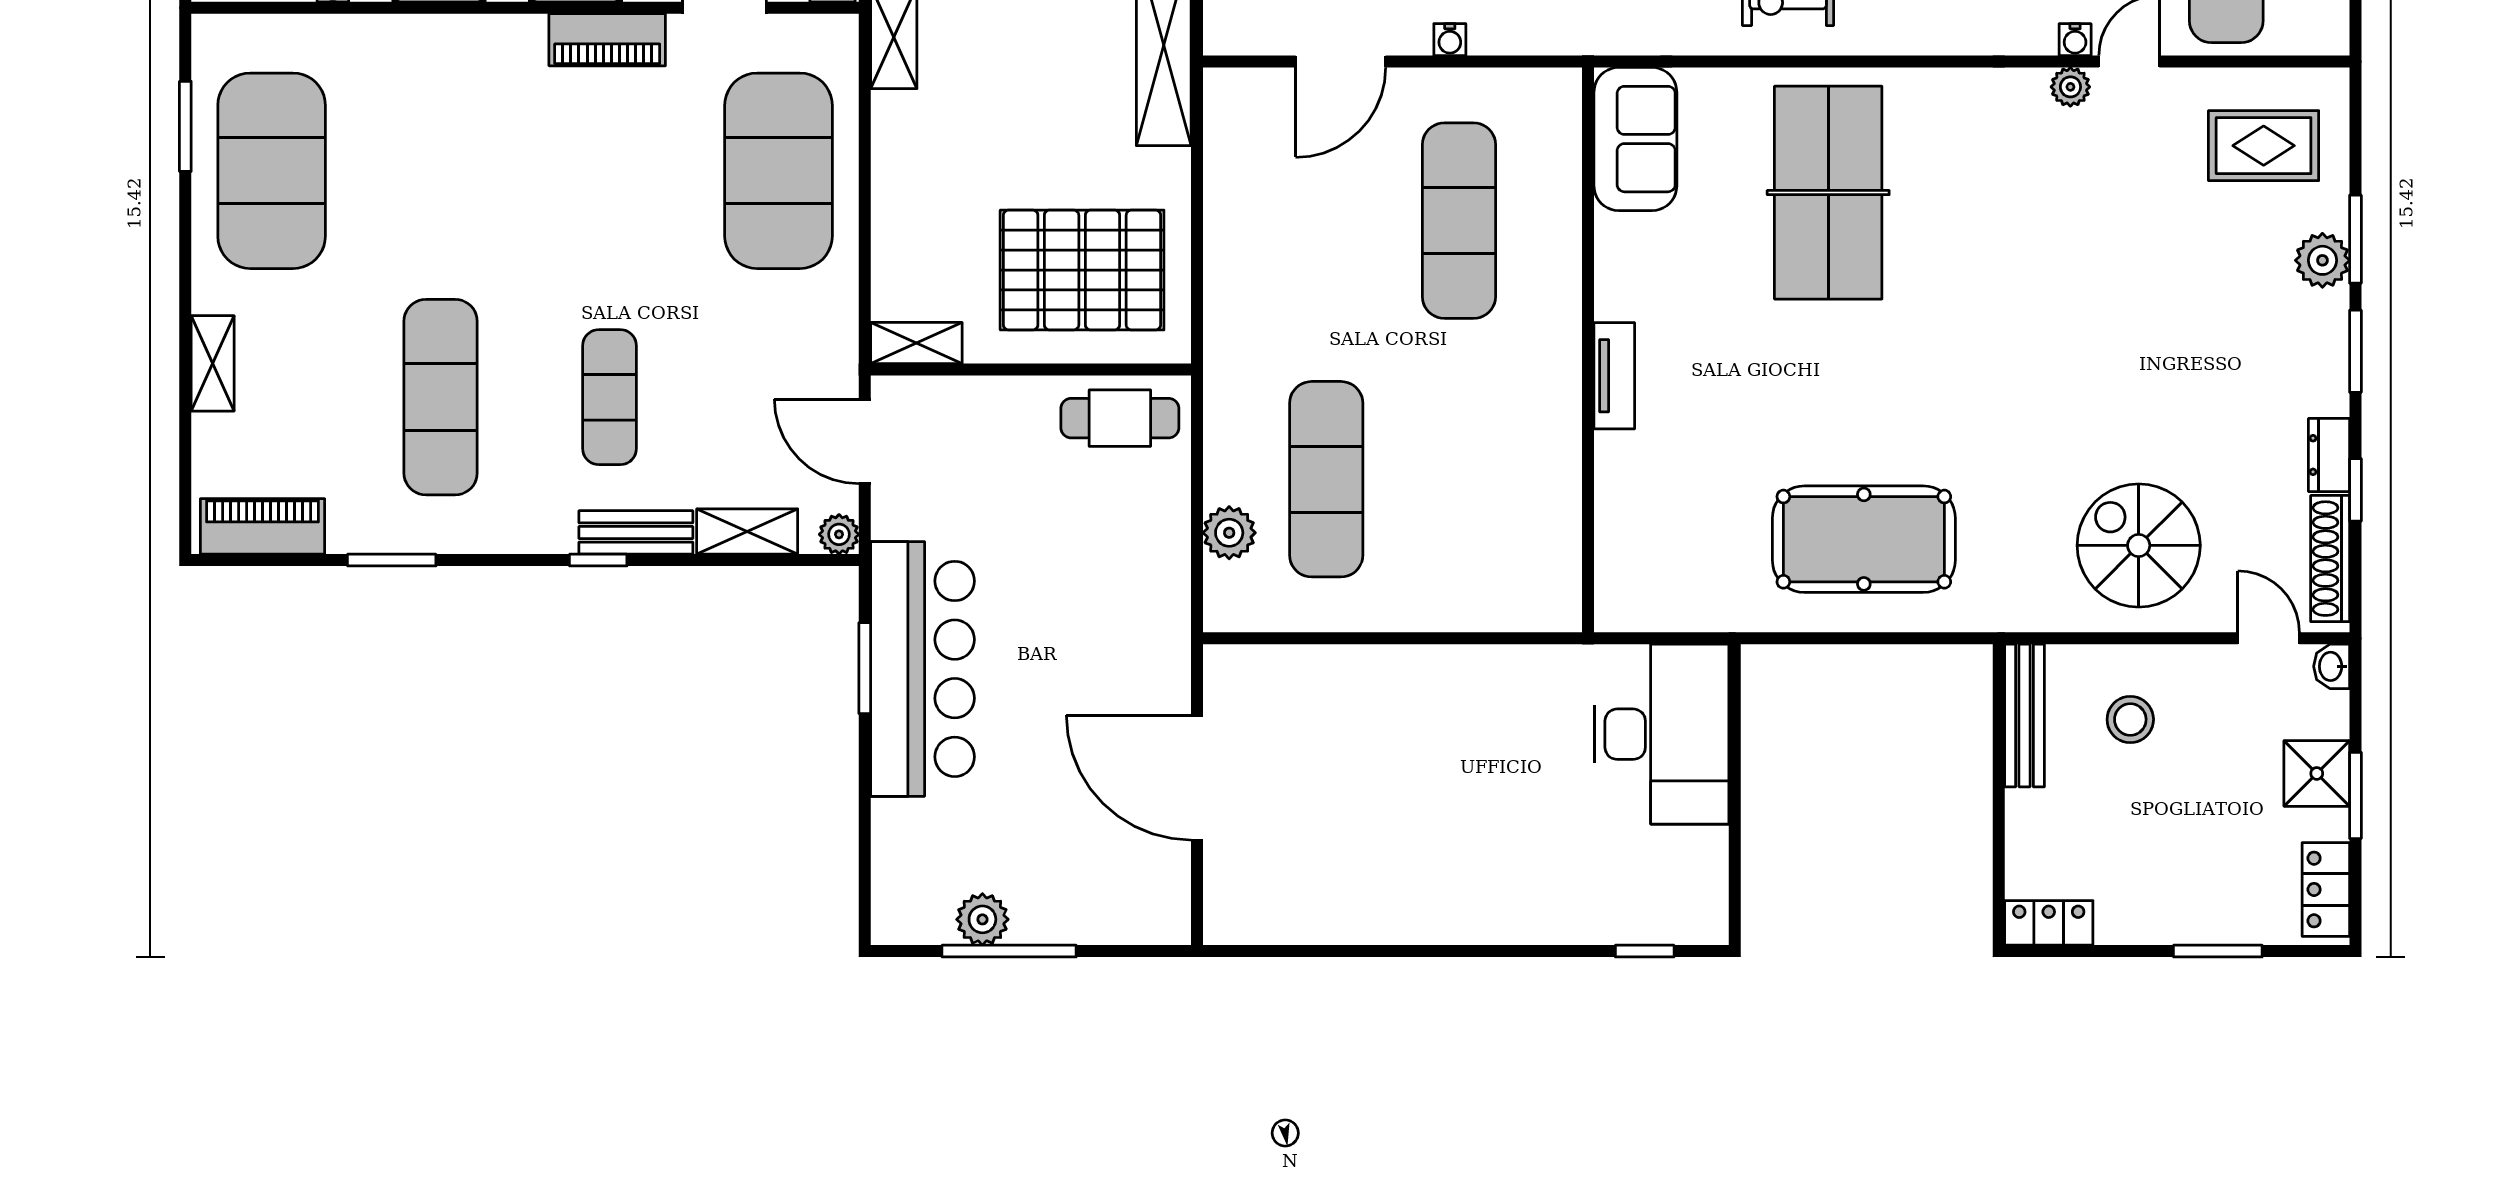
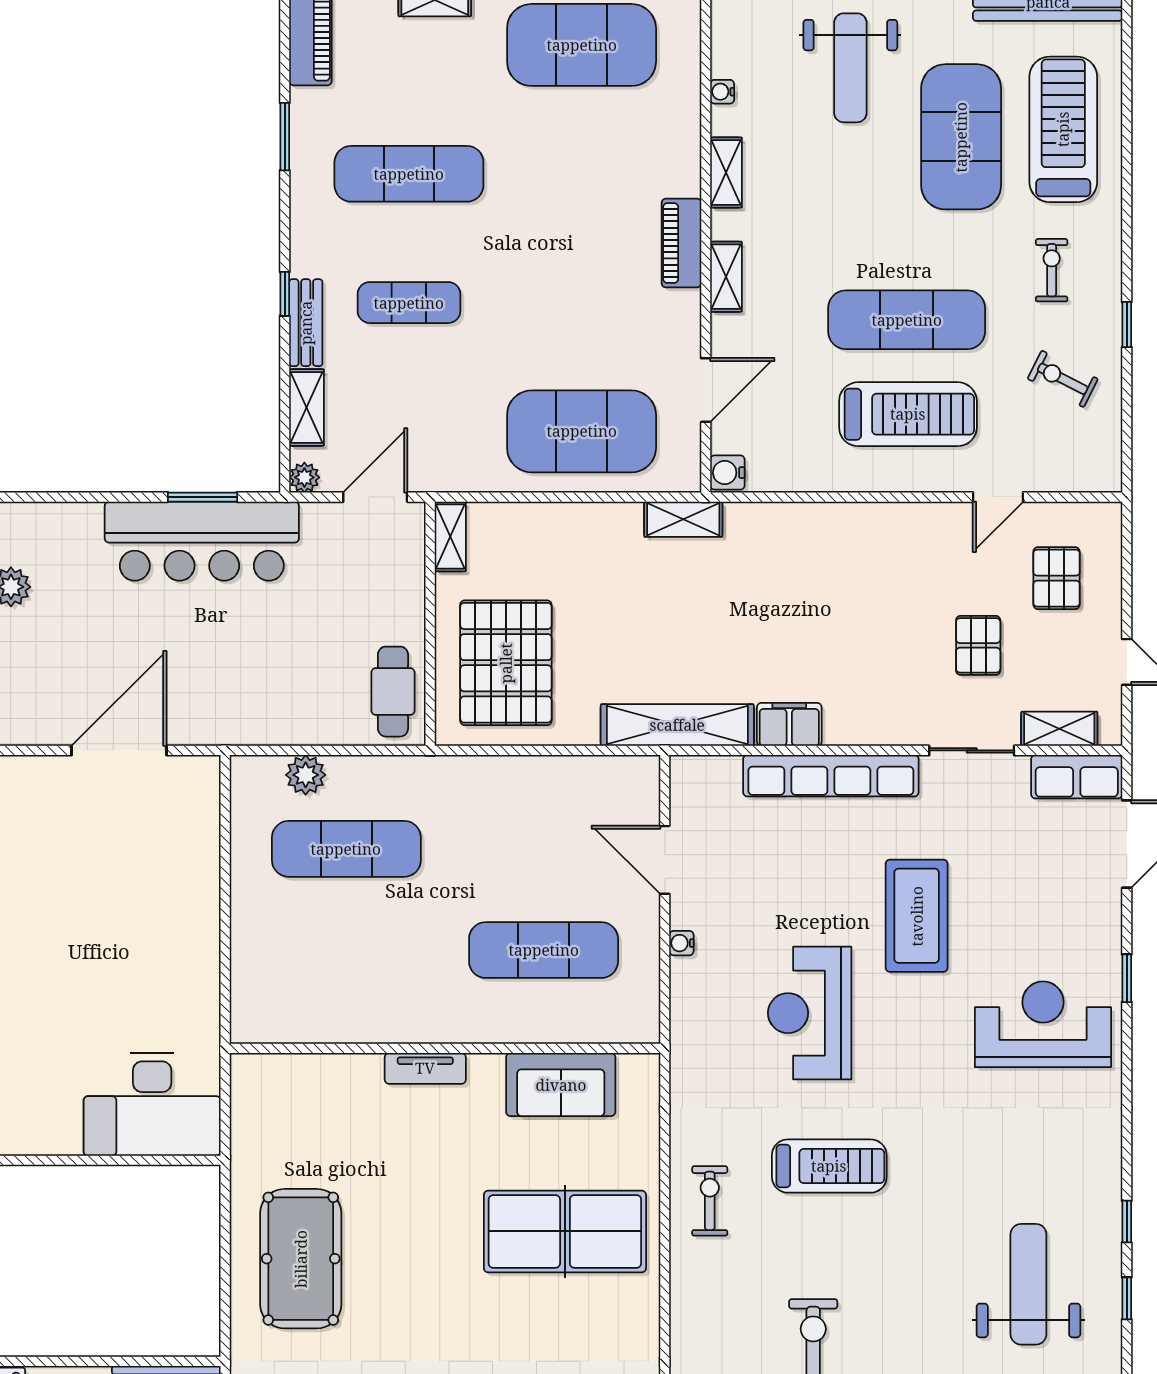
piano: (607, 40) -> (681, 243), moved
sofa: (1635, 139) -> (561, 1085), moved

